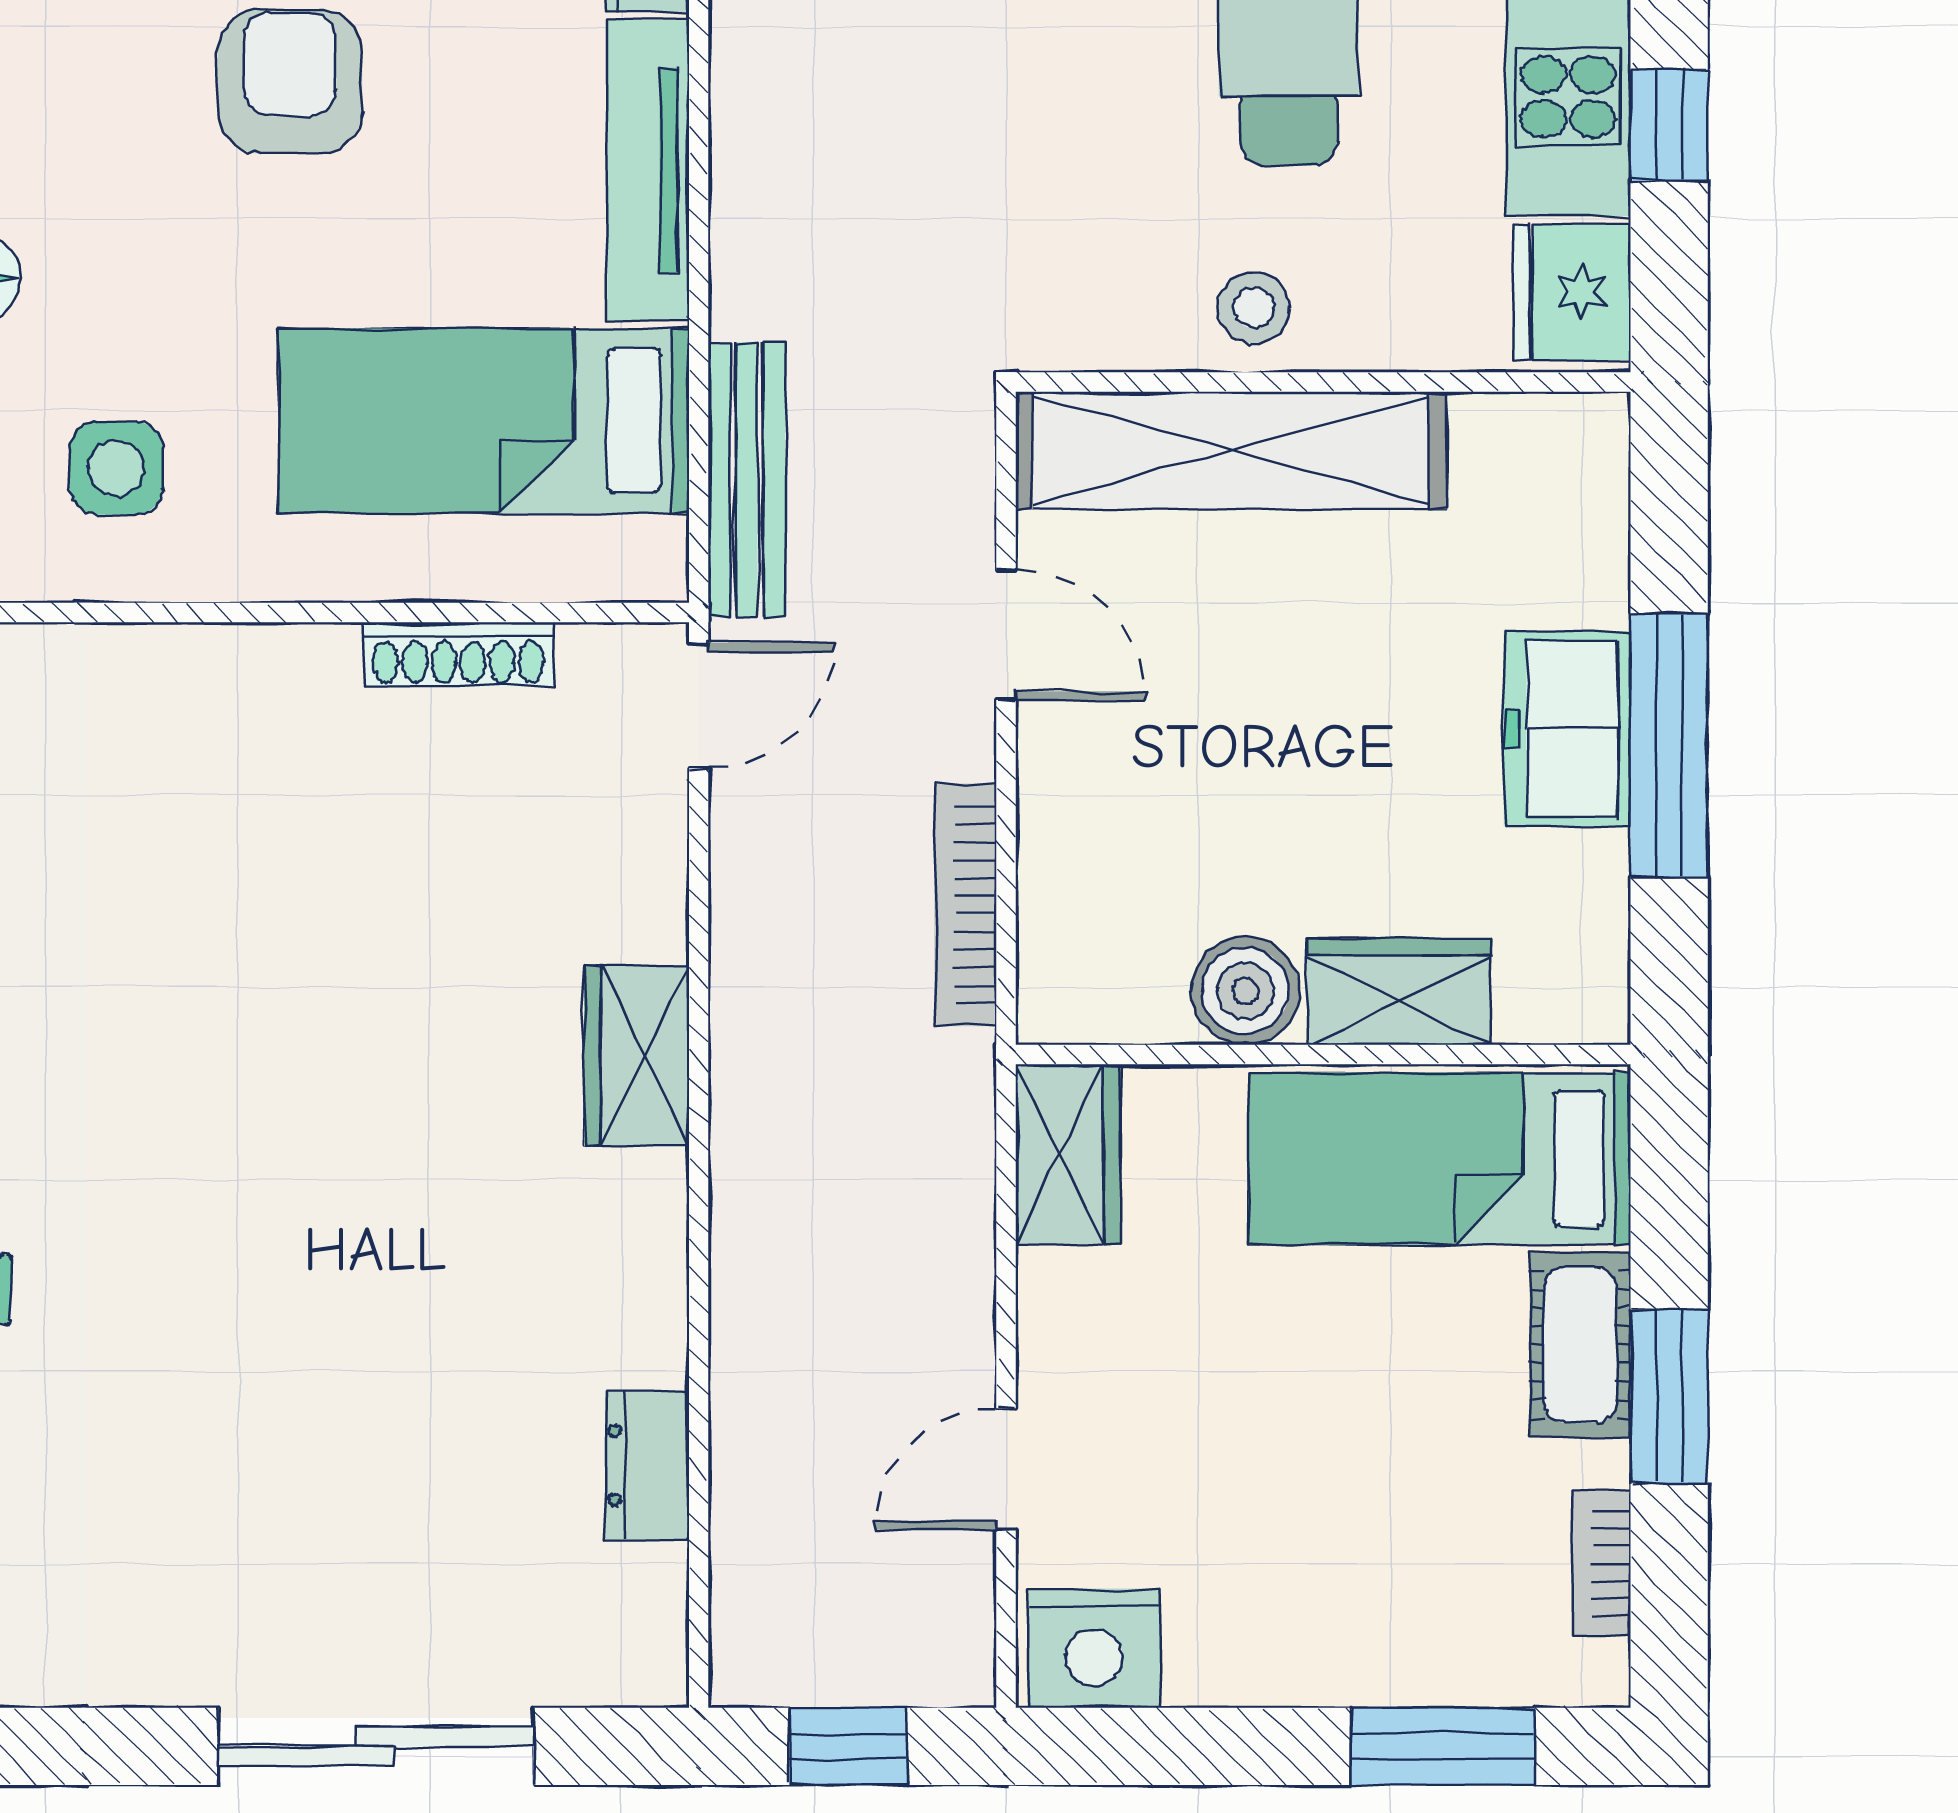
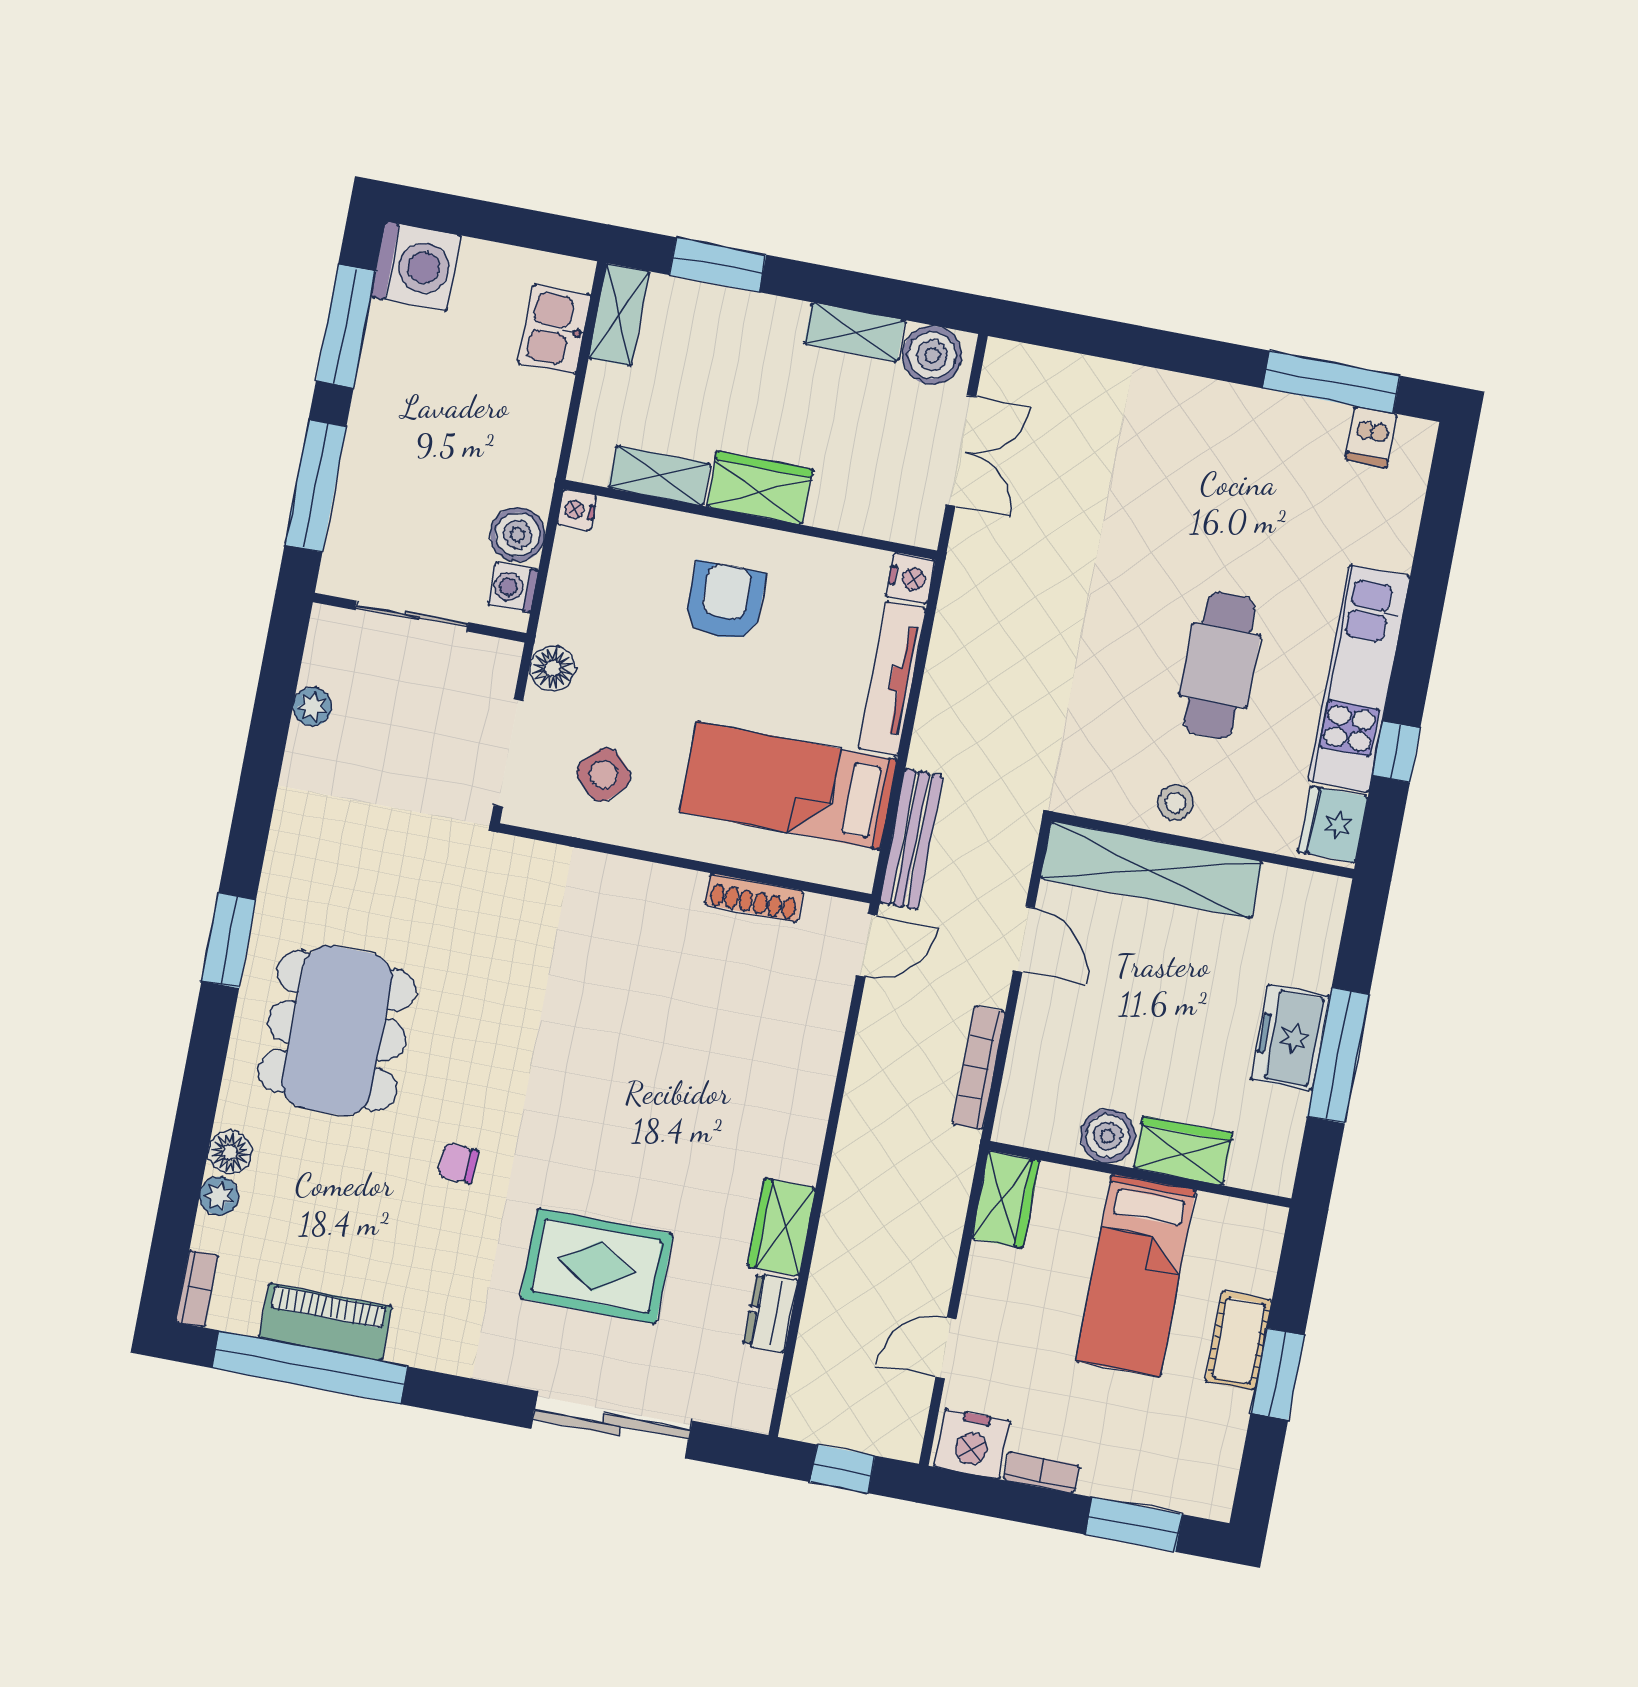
side table: (116, 468) -> (604, 775), turned 45
wardrobe: (637, 1055) -> (781, 1227), moved
bed: (1440, 1158) -> (1136, 1275), moved, turned -90
rug: (287, 1439) -> (597, 1266), added
bookcase: (1602, 1564) -> (1041, 1473), moved, turned 90

